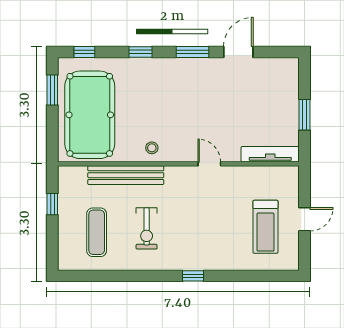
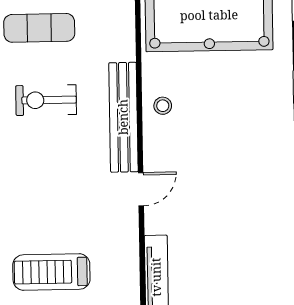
bench: (126, 175) -> (123, 117), moved

